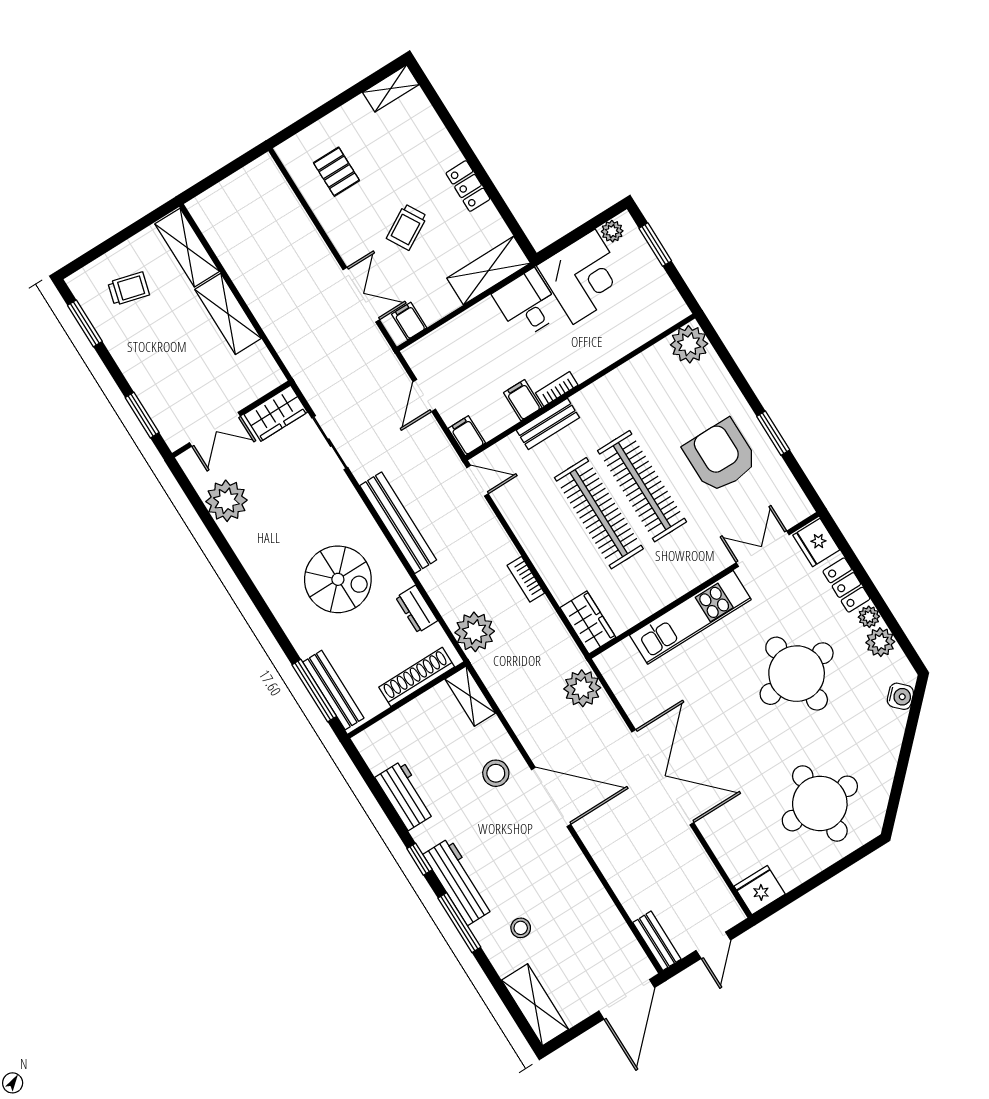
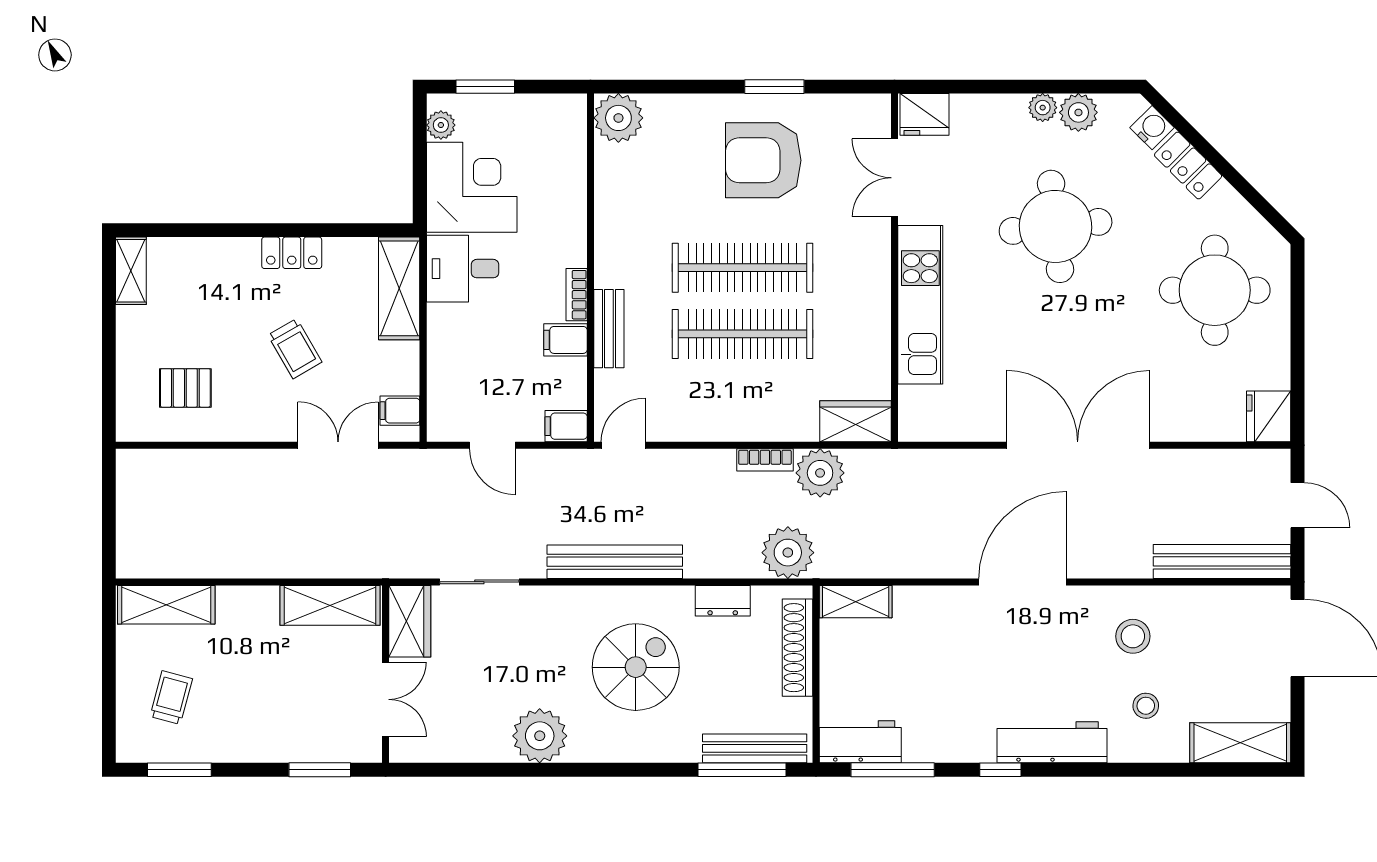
shelving: (228, 314) -> (330, 605), moved
plant: (226, 501) -> (540, 736), moved
locker: (846, 585) -> (1188, 166), moved, turned 45
plant: (582, 688) -> (820, 473), moved
stool: (496, 773) -> (1133, 636), moved
workbench: (405, 796) -> (860, 742), moved
window: (459, 923) -> (893, 770), moved
bench: (657, 941) -> (1222, 561), width x1.86, depth x1.21

